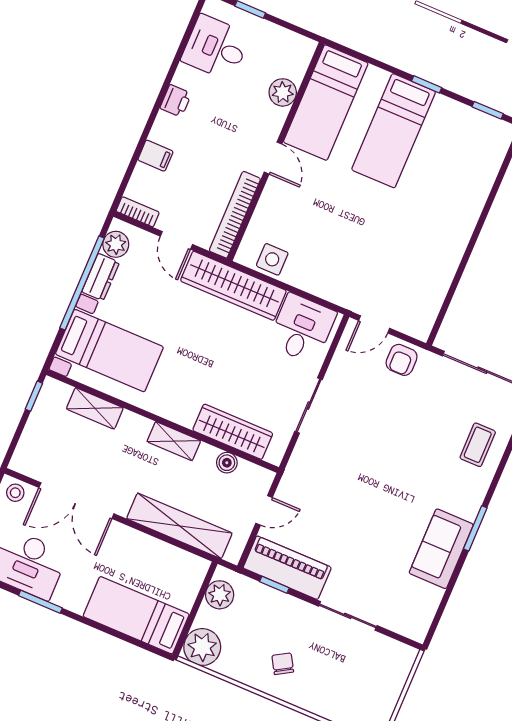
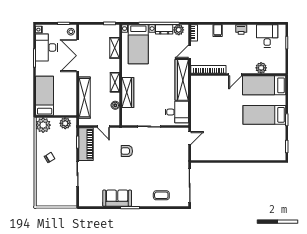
side table: (272, 259) -> (198, 90), removed
door: (374, 324) -> (190, 138), swing flipped
armchair: (402, 360) -> (127, 151), moved
wardrobe: (233, 432) -> (128, 92), moved

